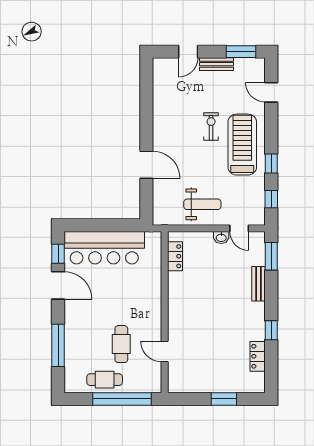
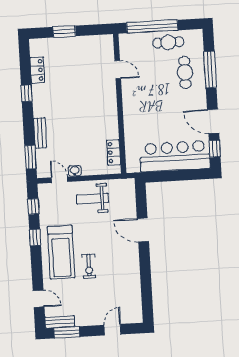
bench: (216, 64) -> (60, 322), moved
cafe table: (121, 344) -> (185, 72), moved

